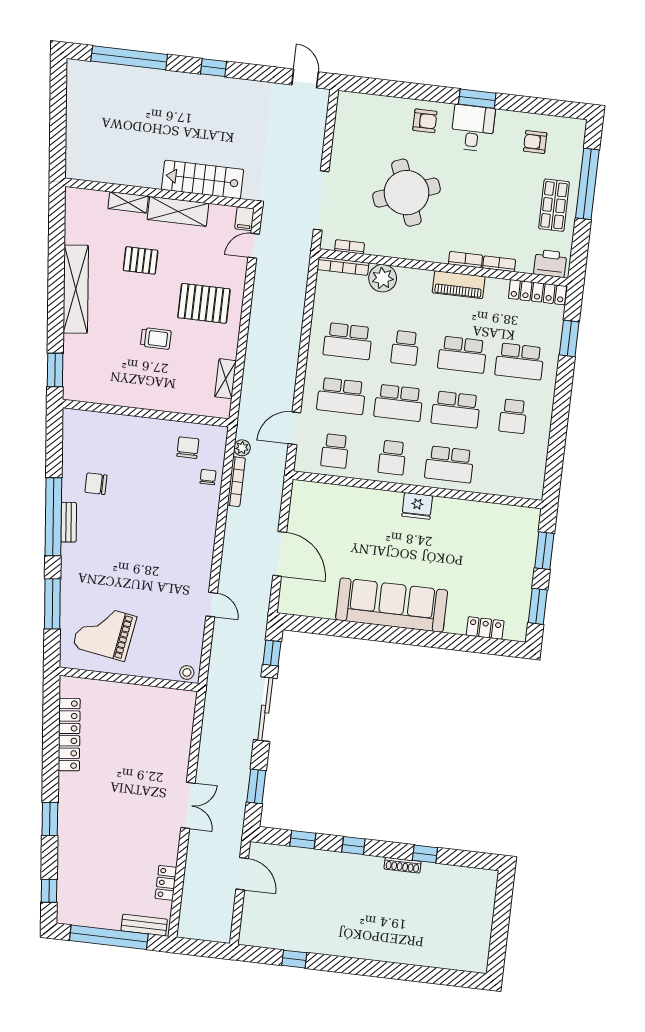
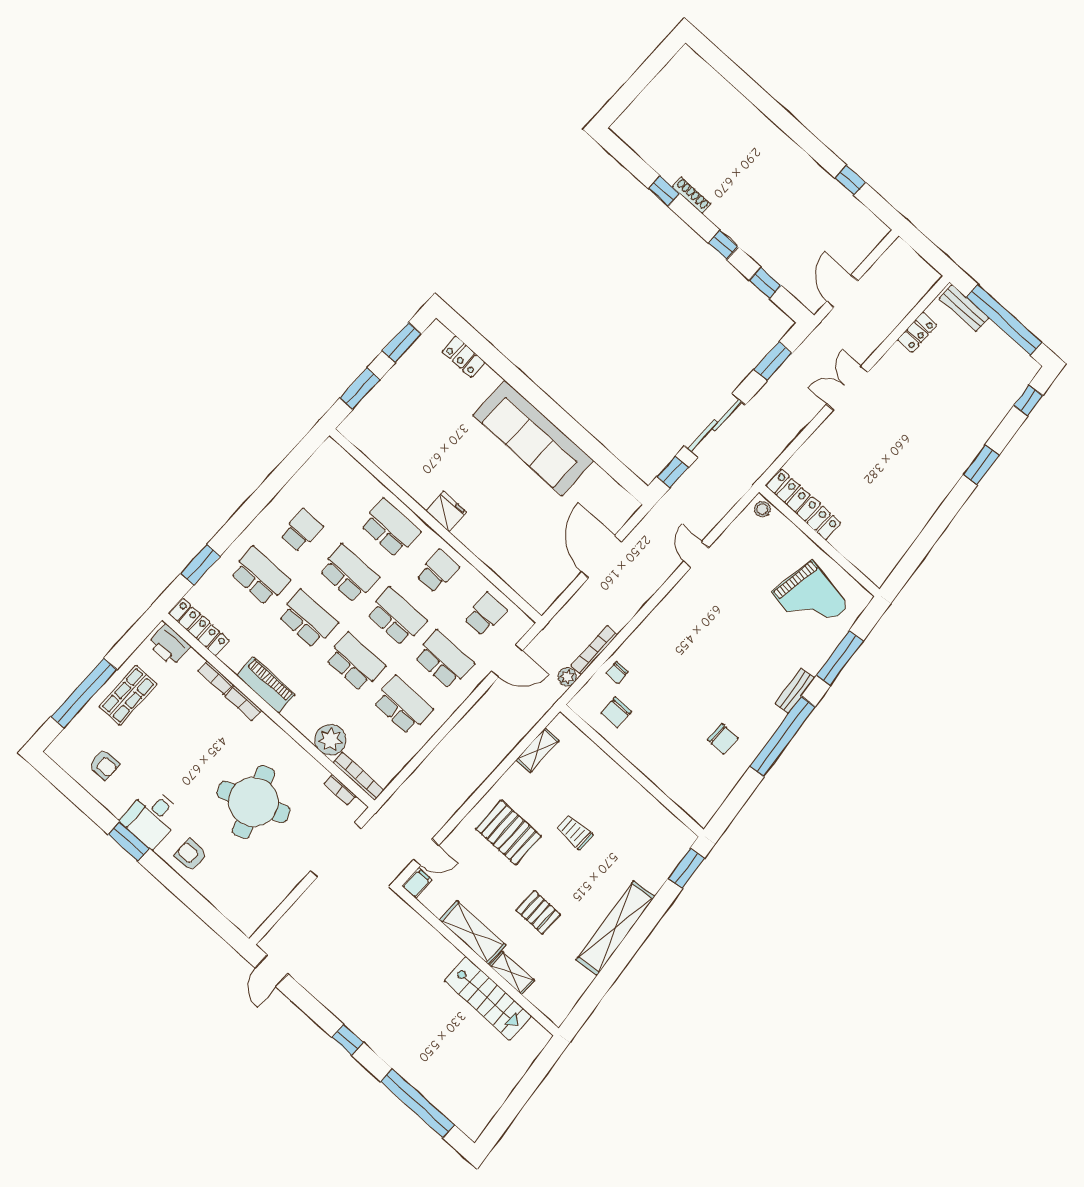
stairs: (202, 179) -> (488, 998), moved
school desk: (405, 348) -> (355, 662), width x1.85
bench: (69, 522) -> (795, 691), moved
locker: (69, 735) -> (803, 504), moved, turned 96

